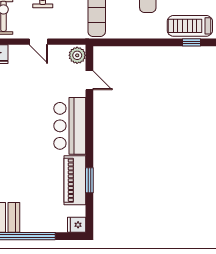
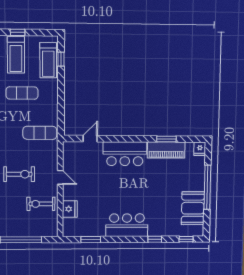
door: (38, 42) -> (60, 177), hinge flipped
plant: (77, 55) -> (71, 148), removed

